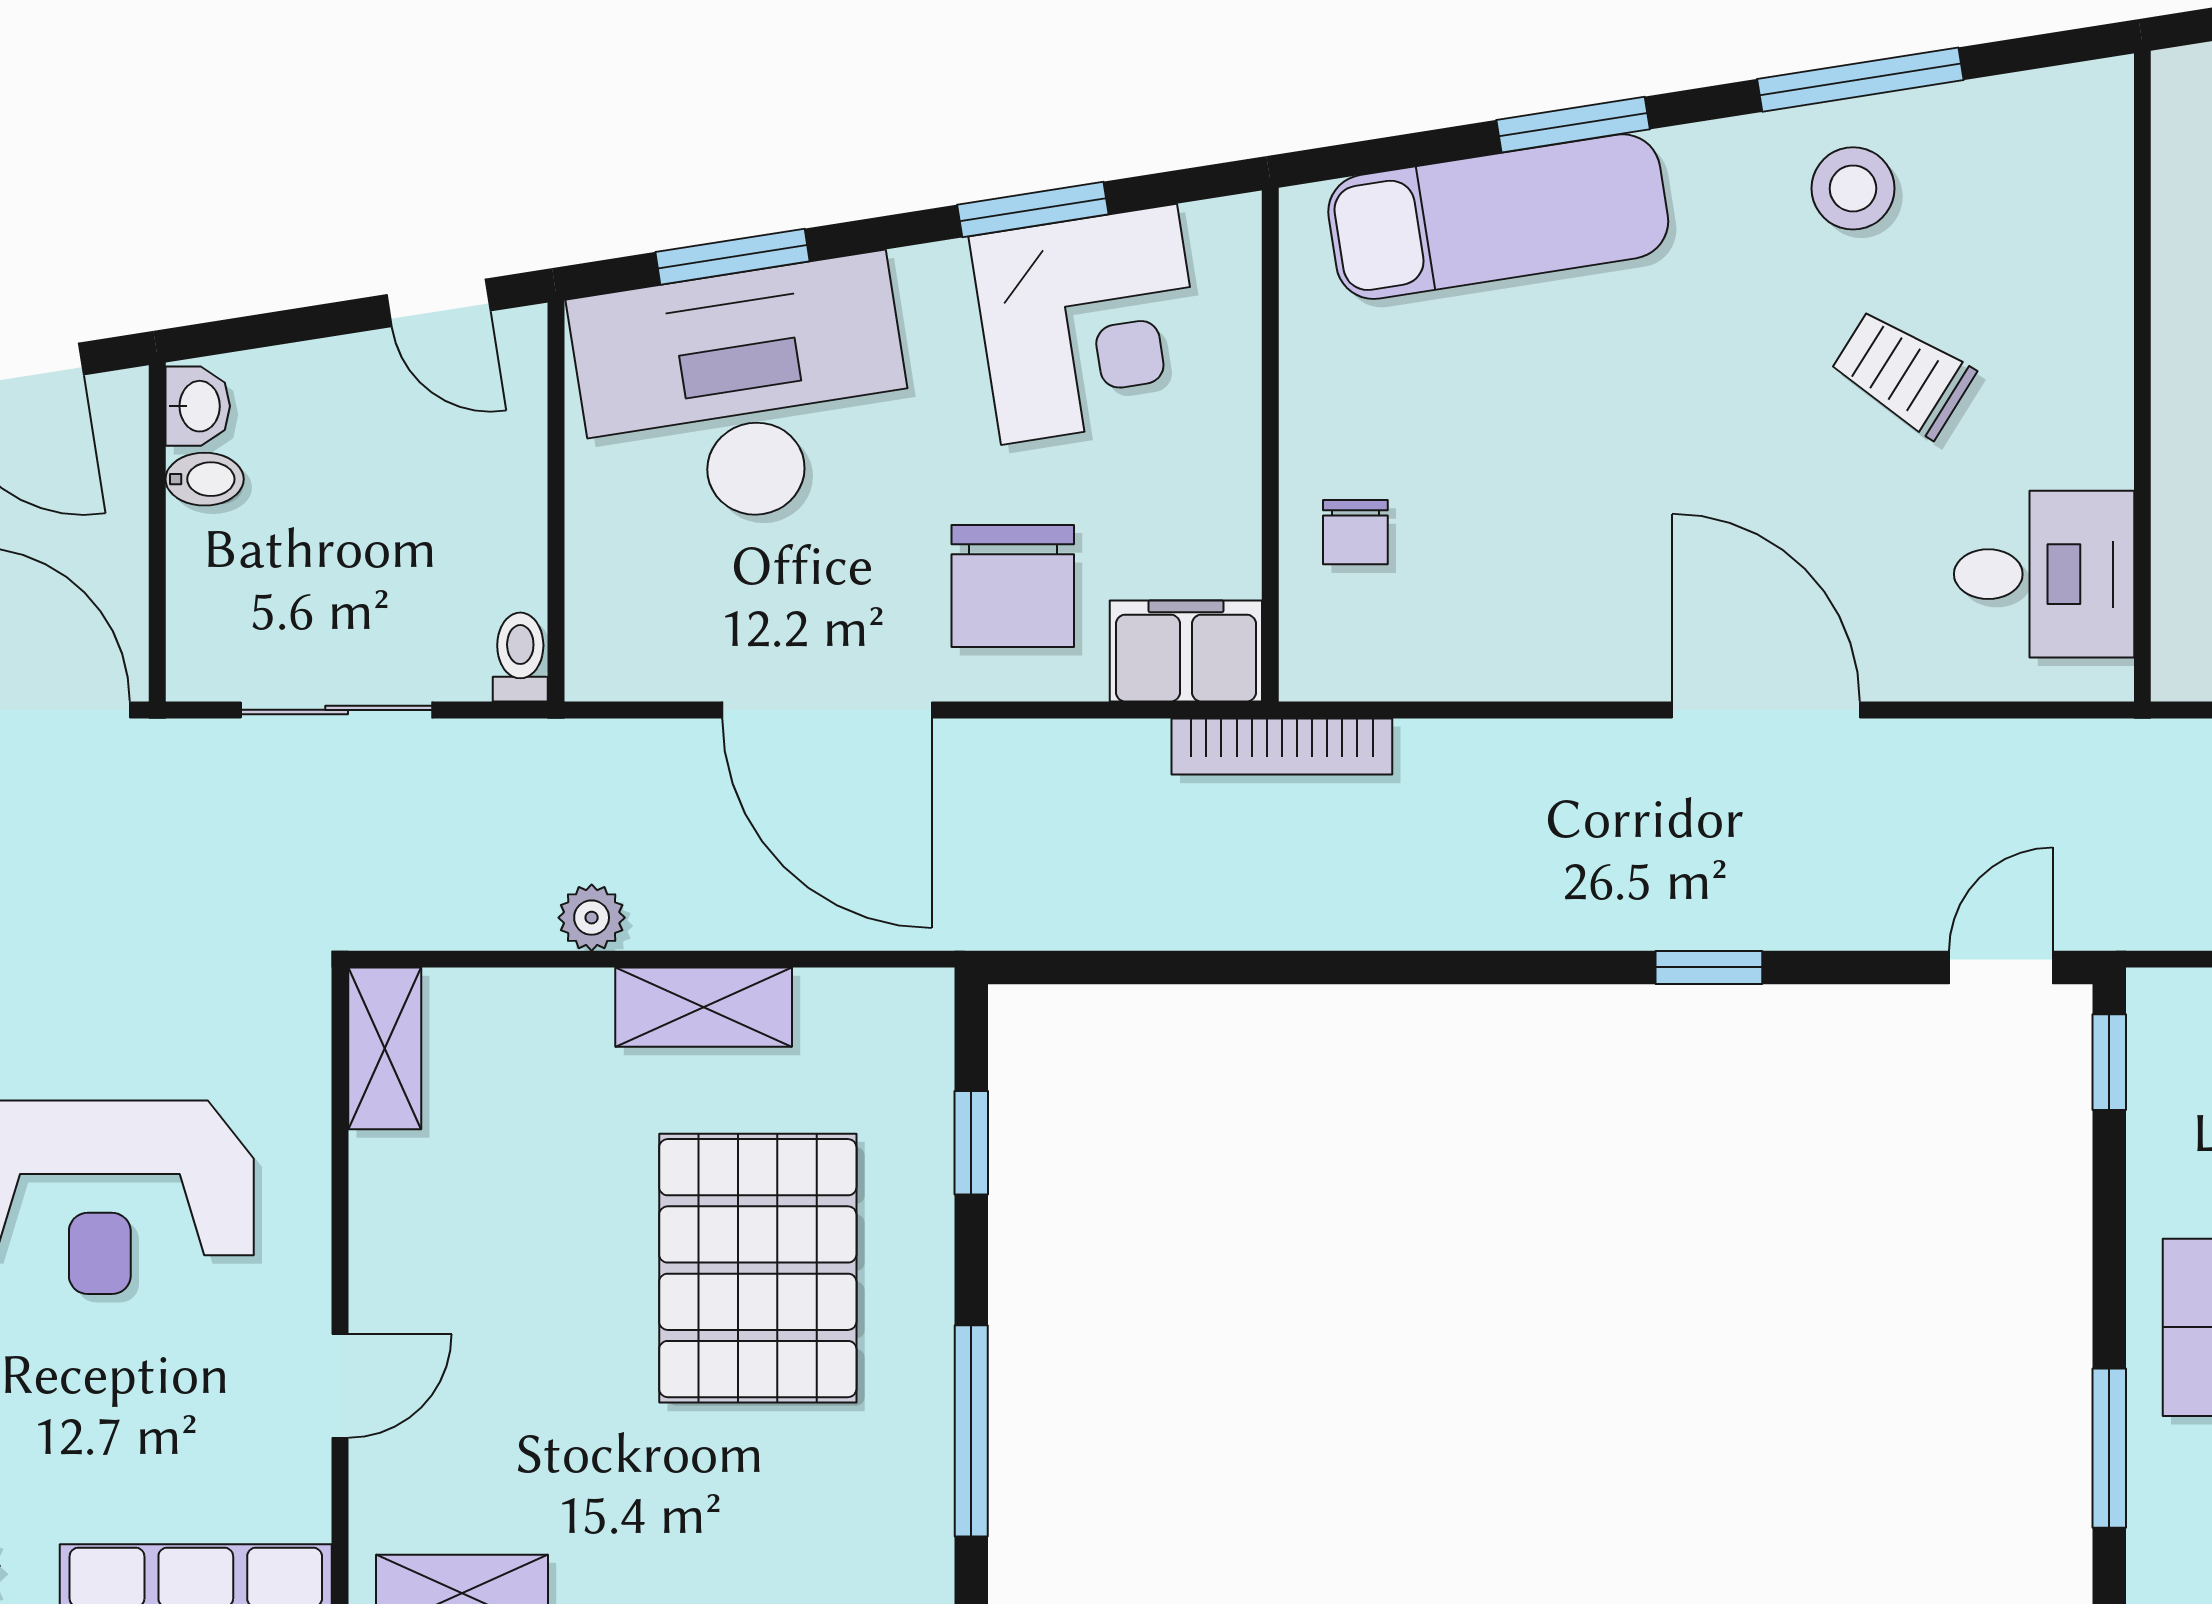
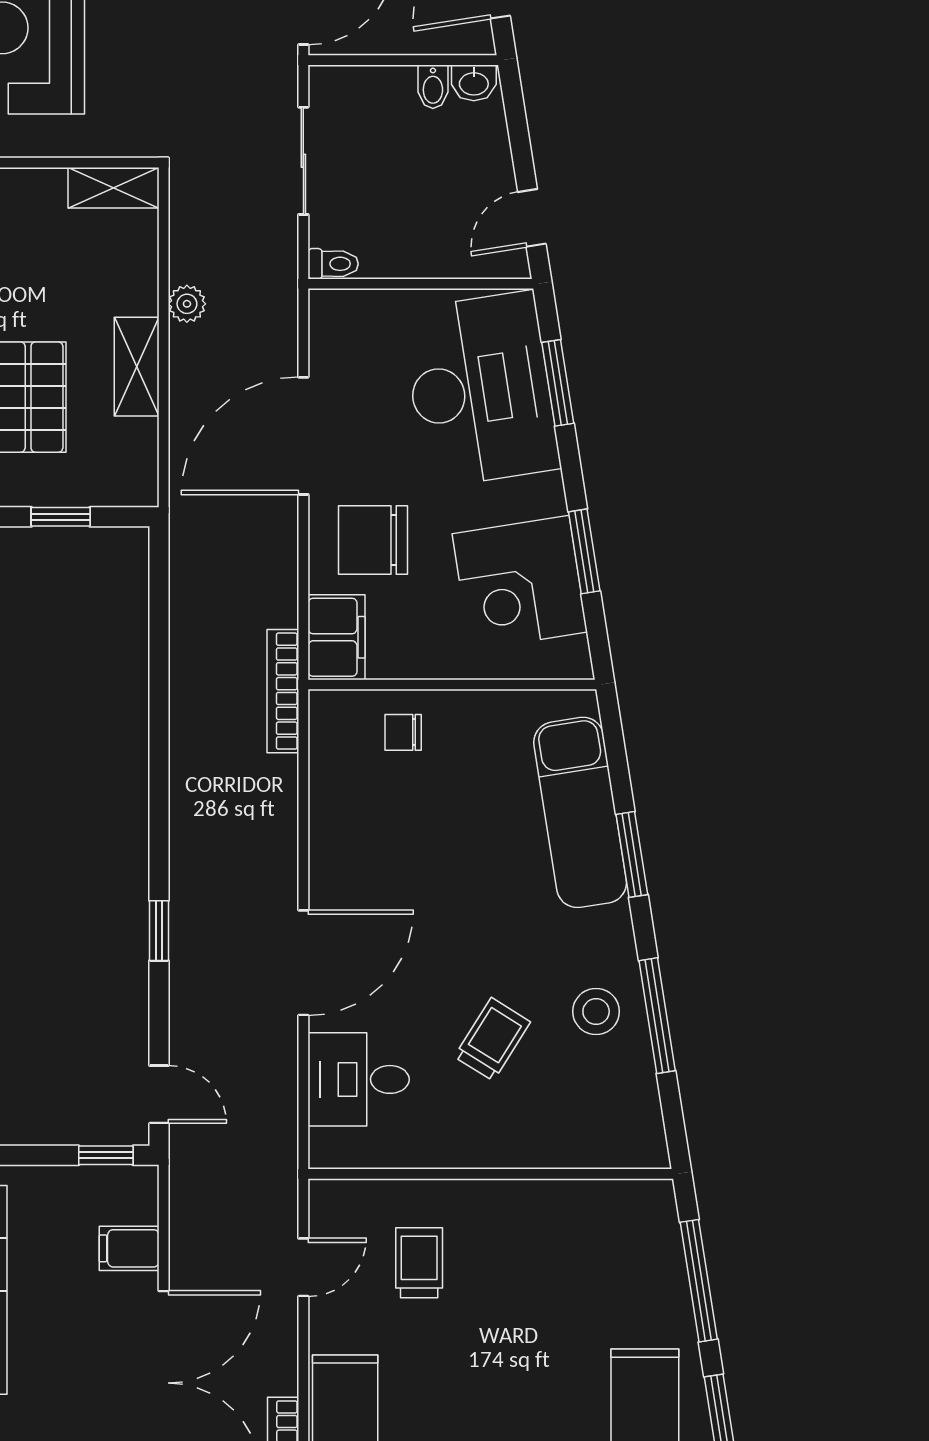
desk: (2044, 574) -> (359, 1079), moved, turned 90

